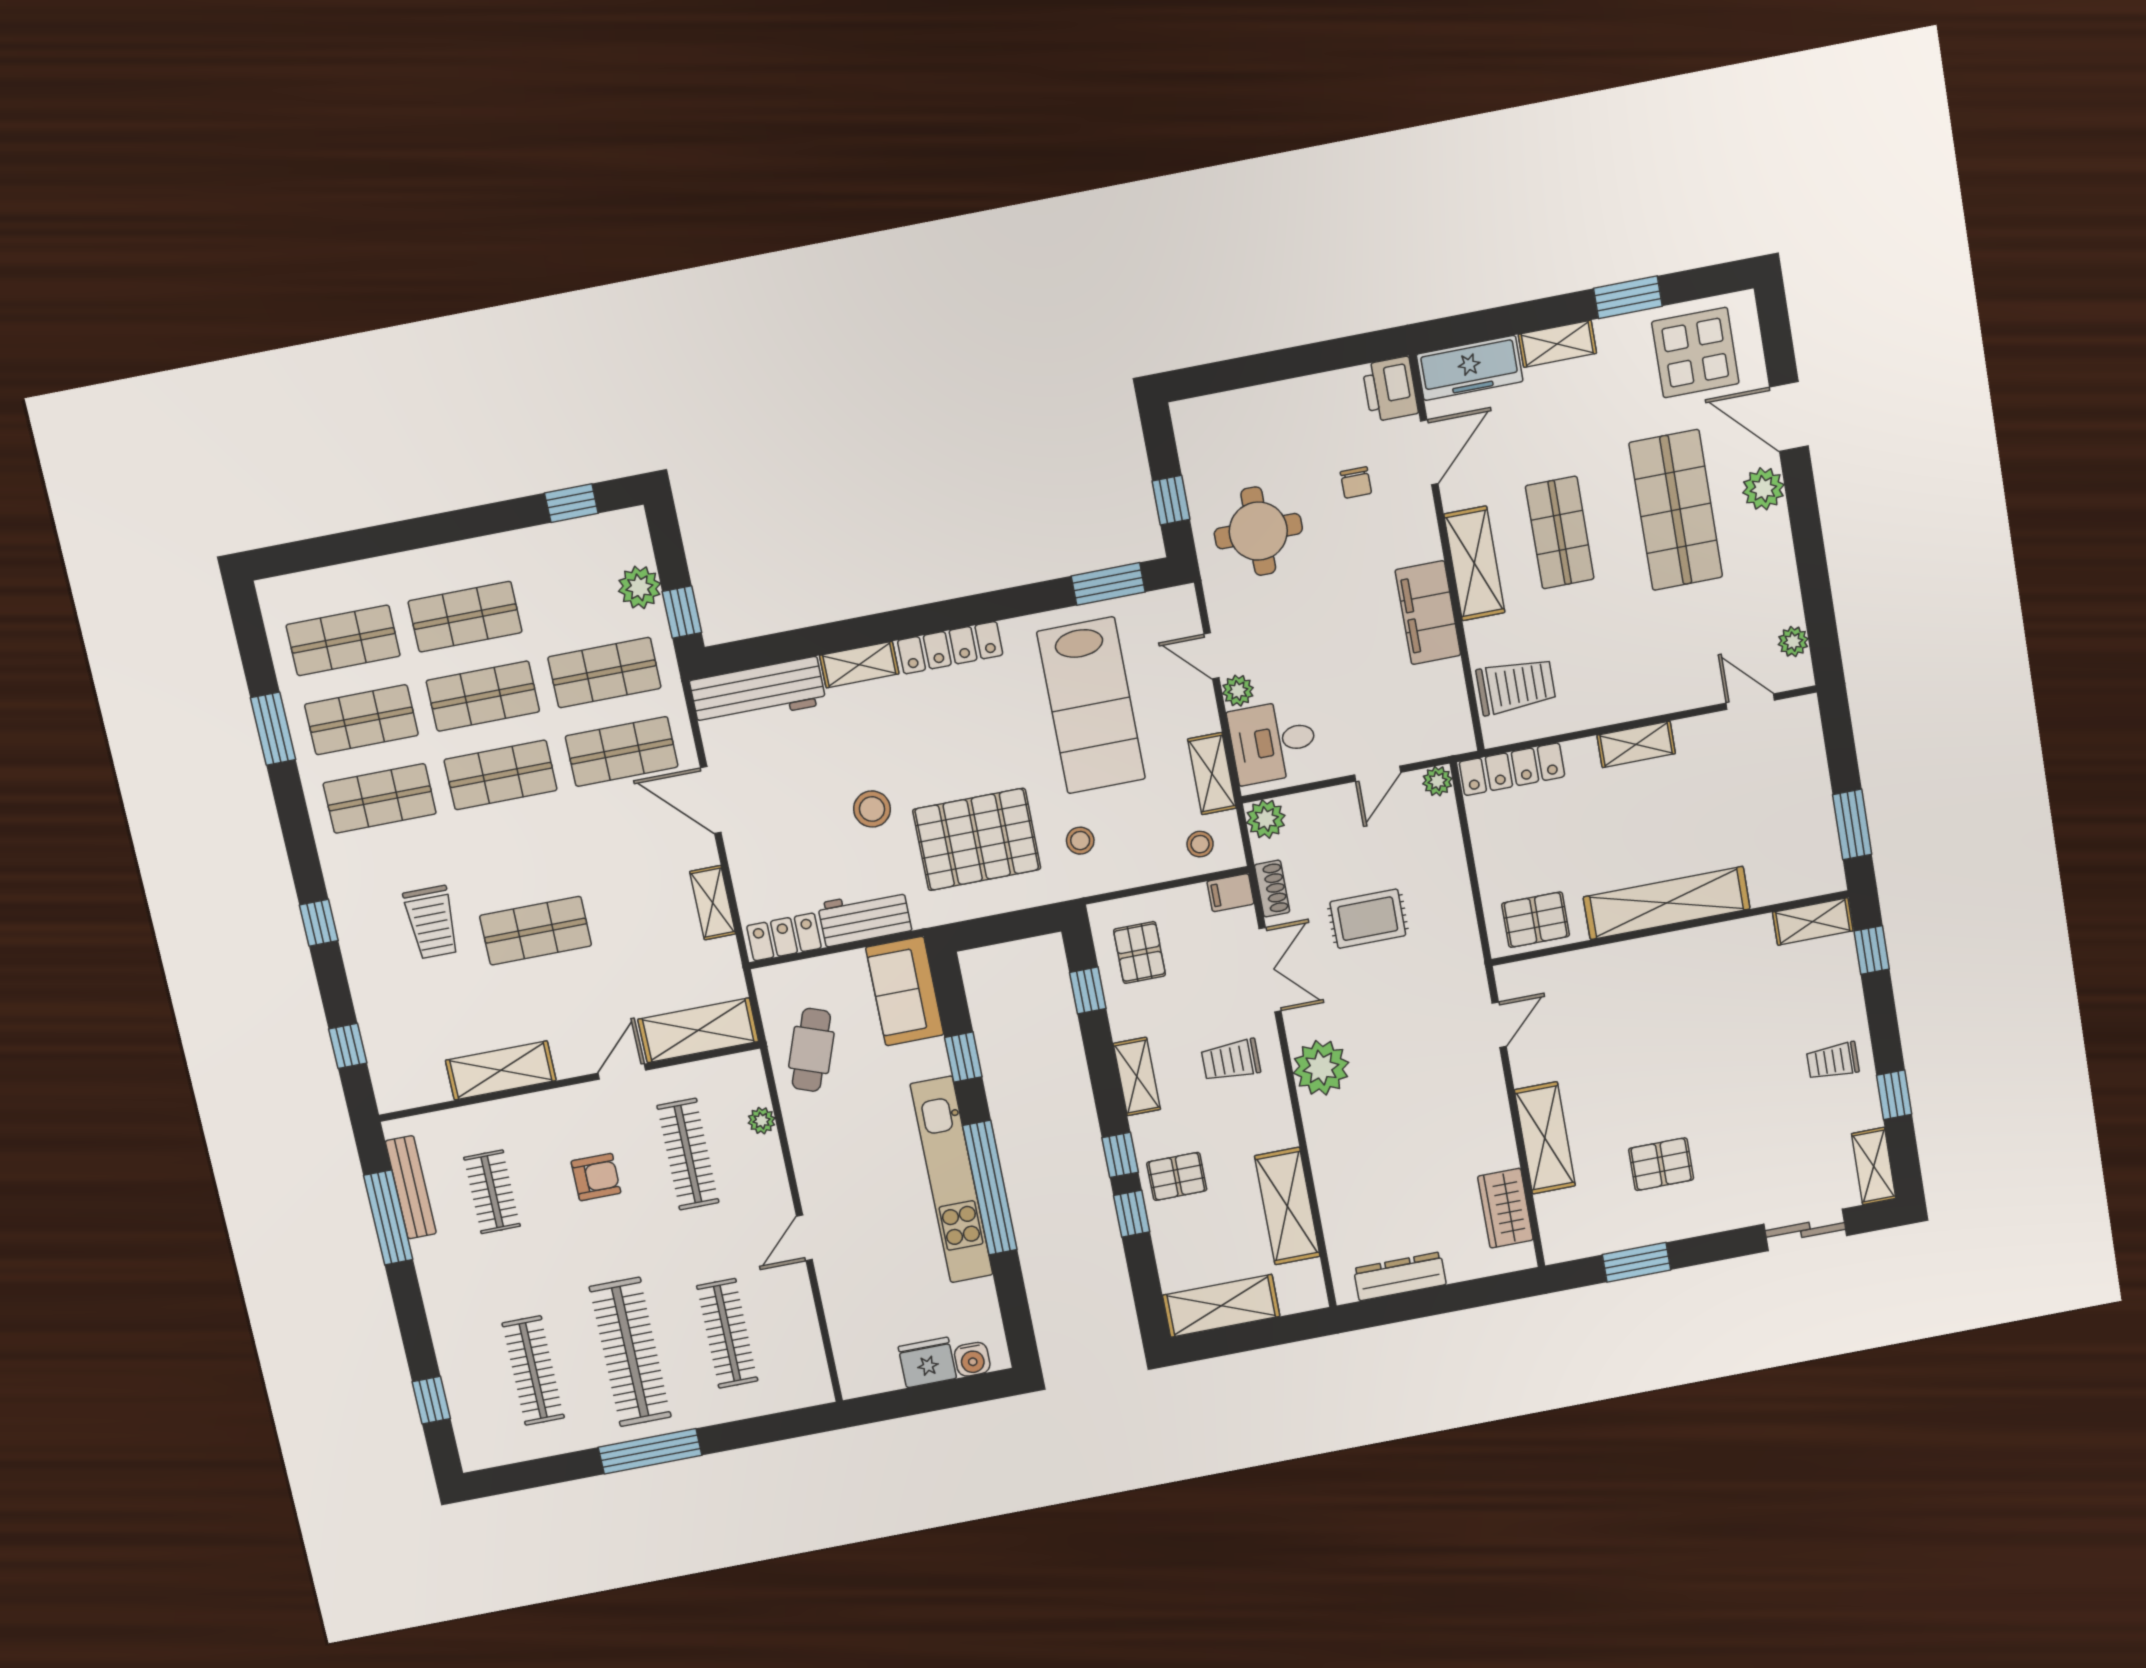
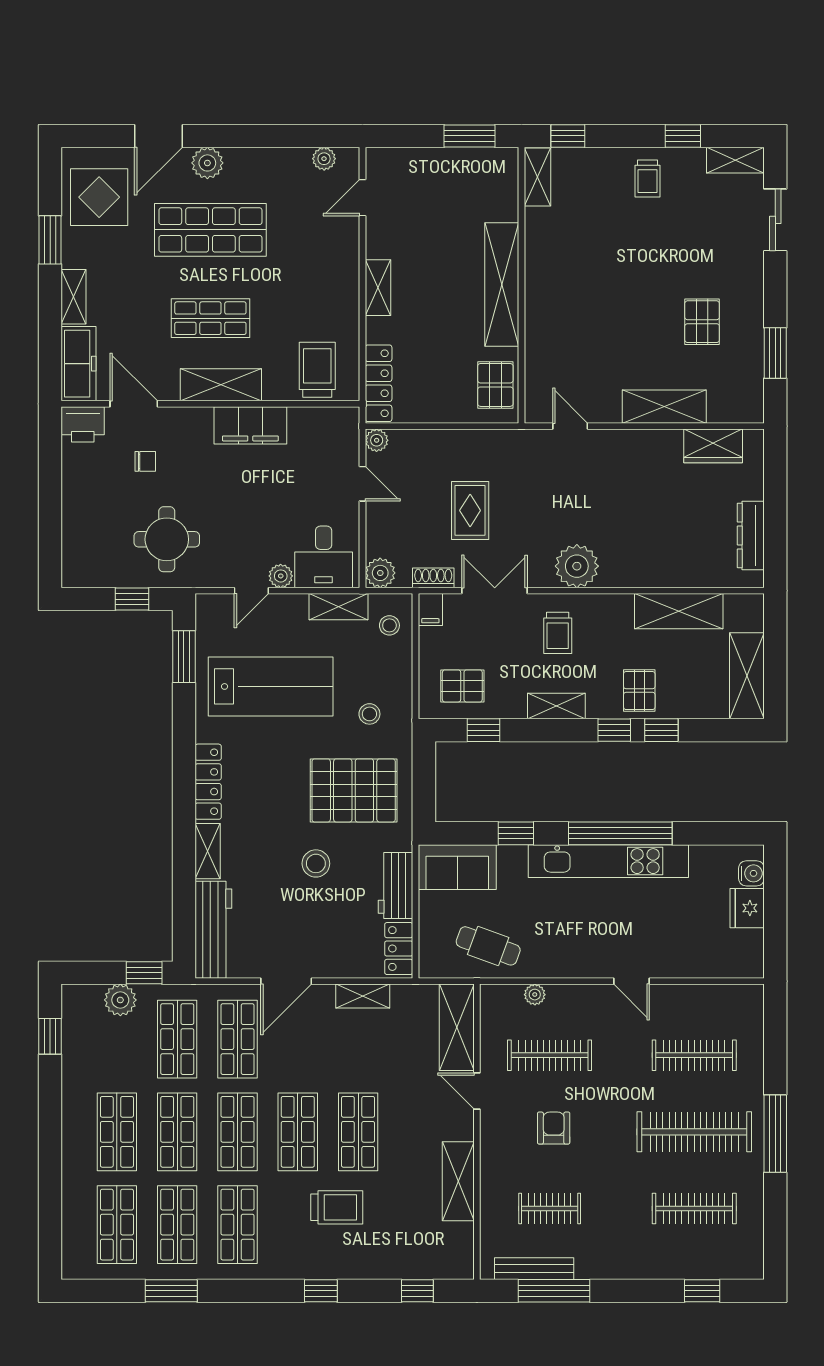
pallet: (977, 839) -> (354, 790), turned 90
shop shelf: (518, 853) -> (298, 1132), added

